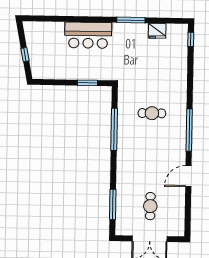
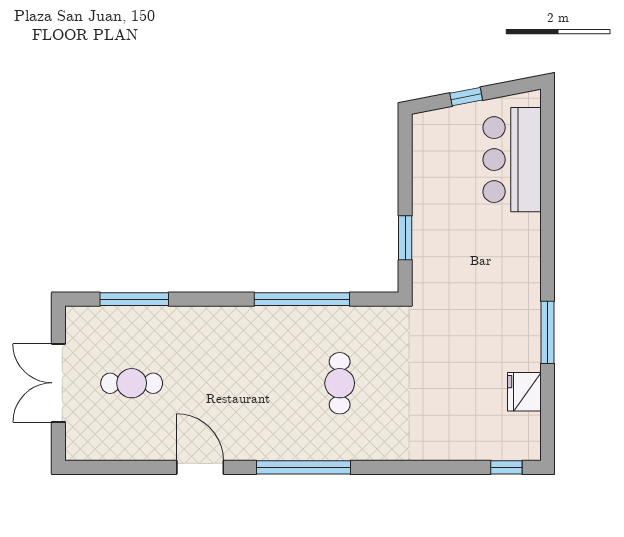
bar counter: (88, 35) -> (512, 160), moved

